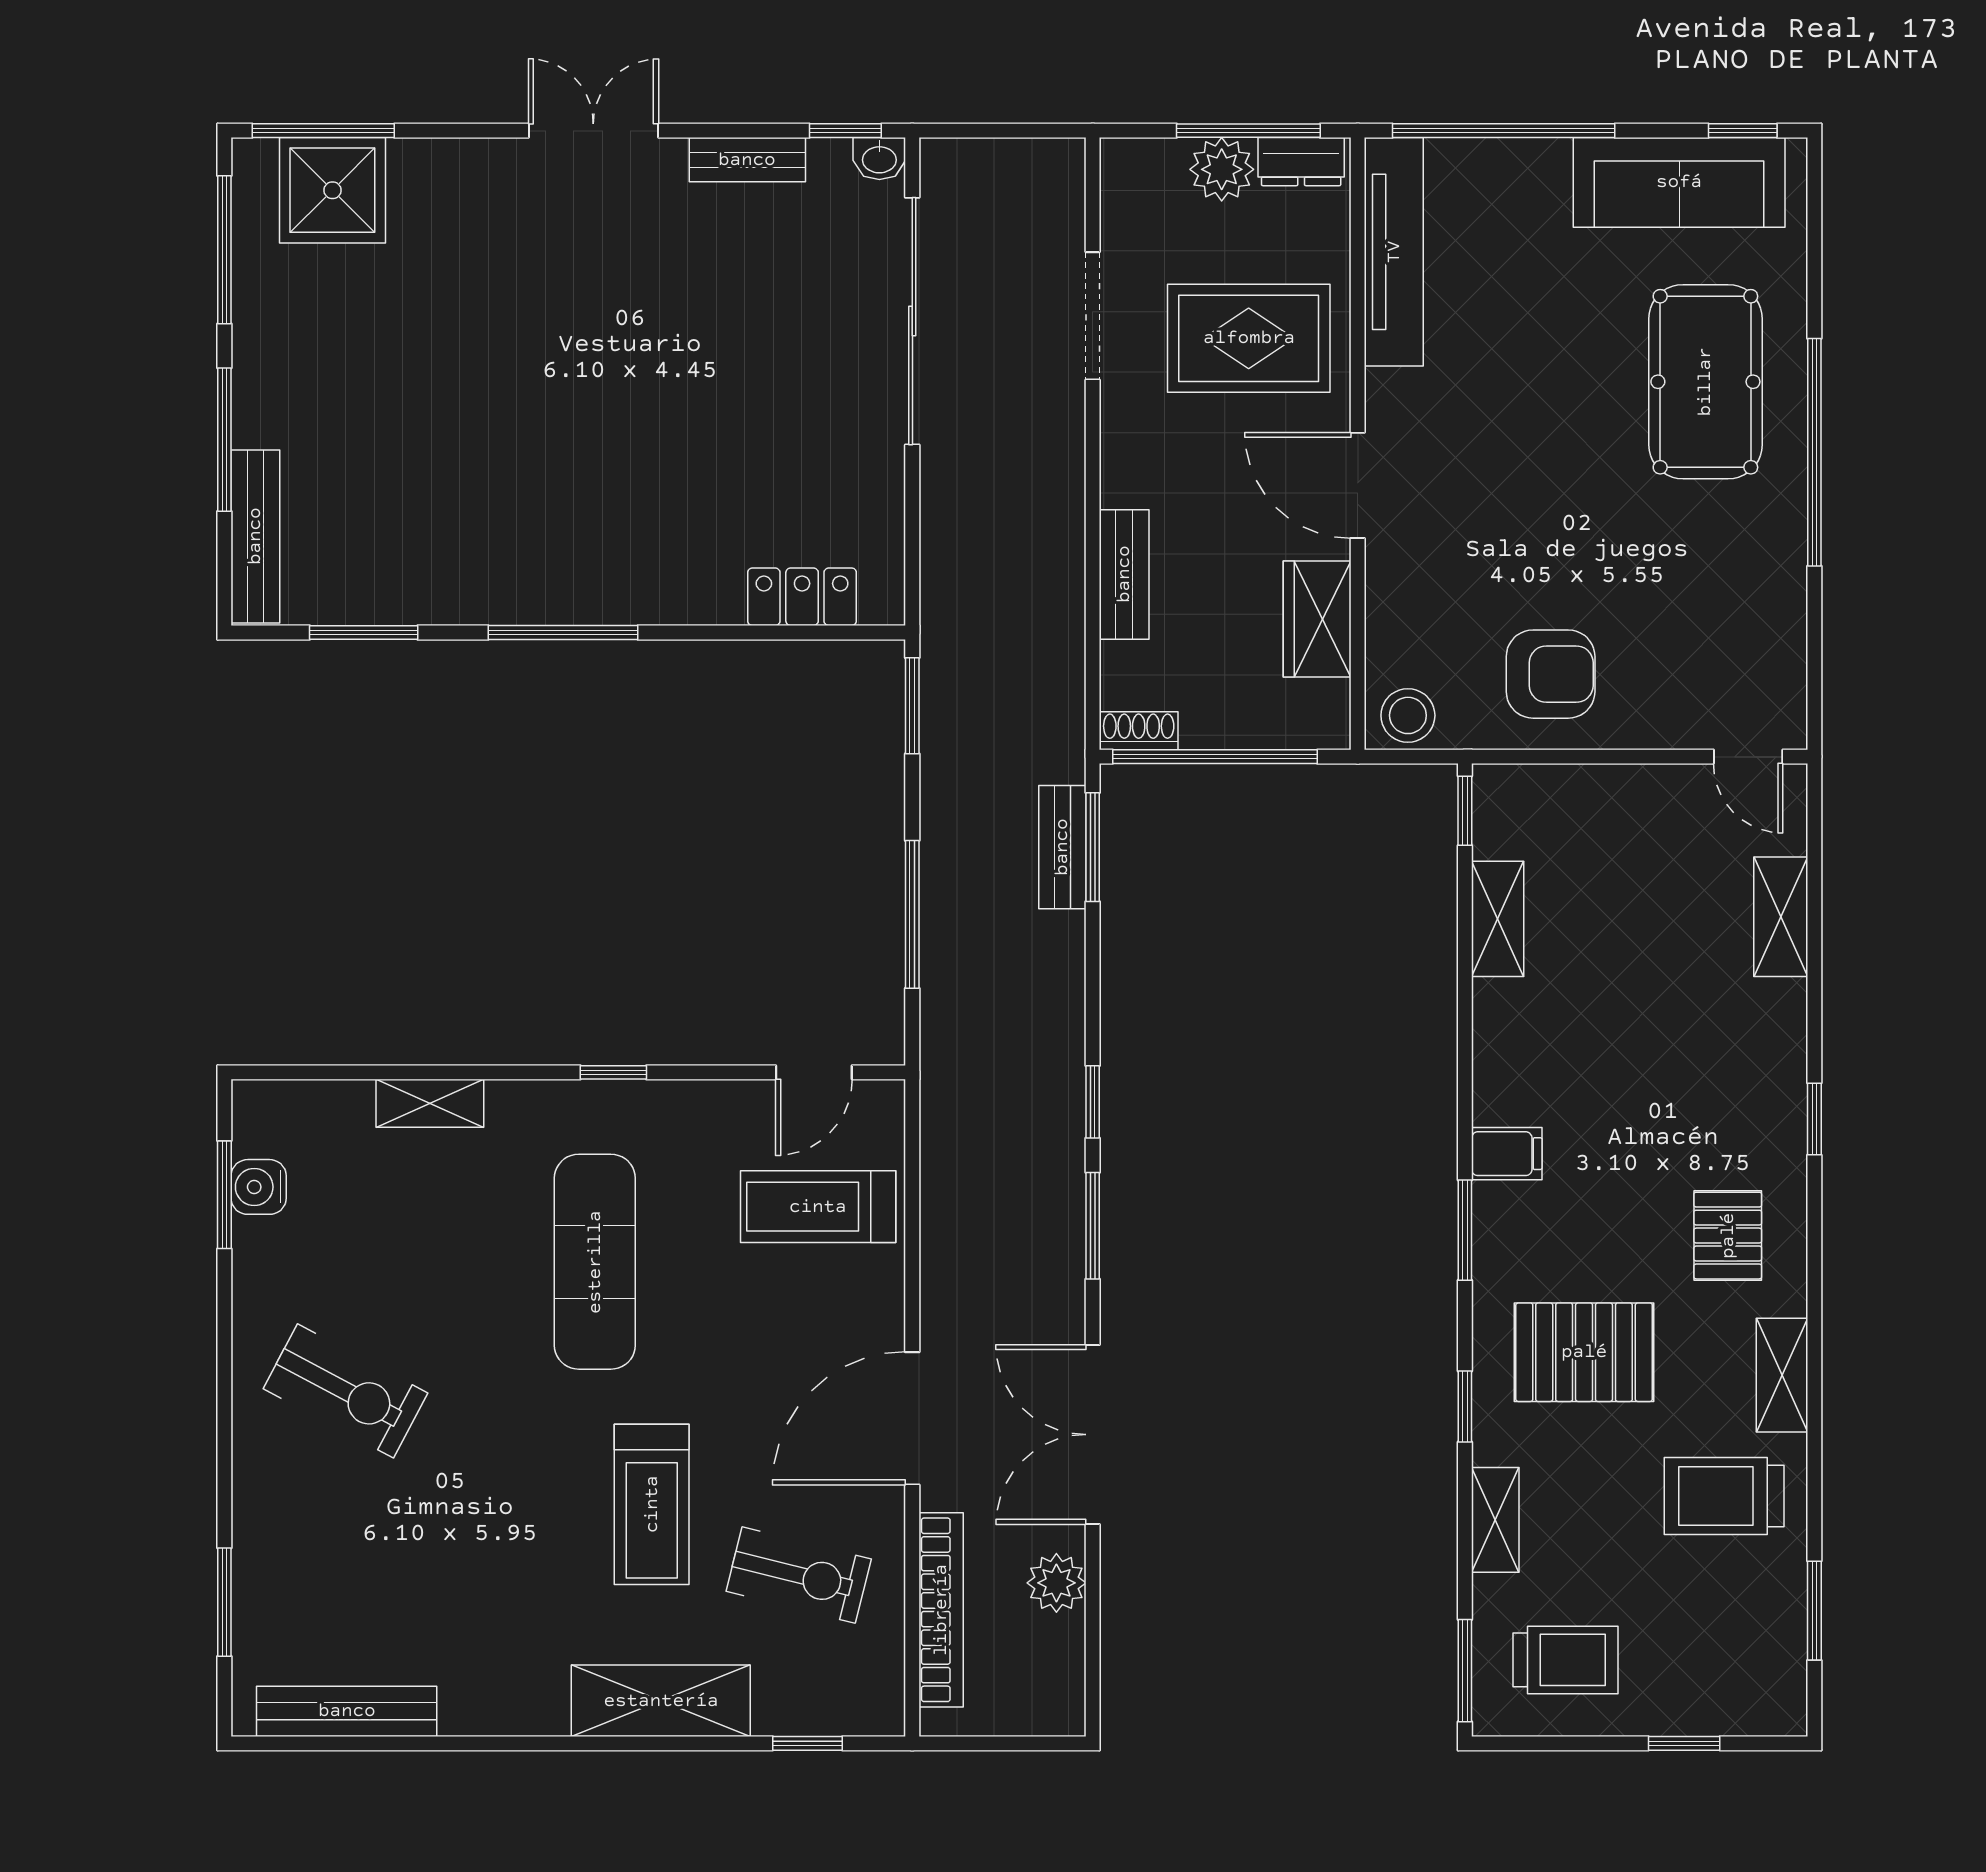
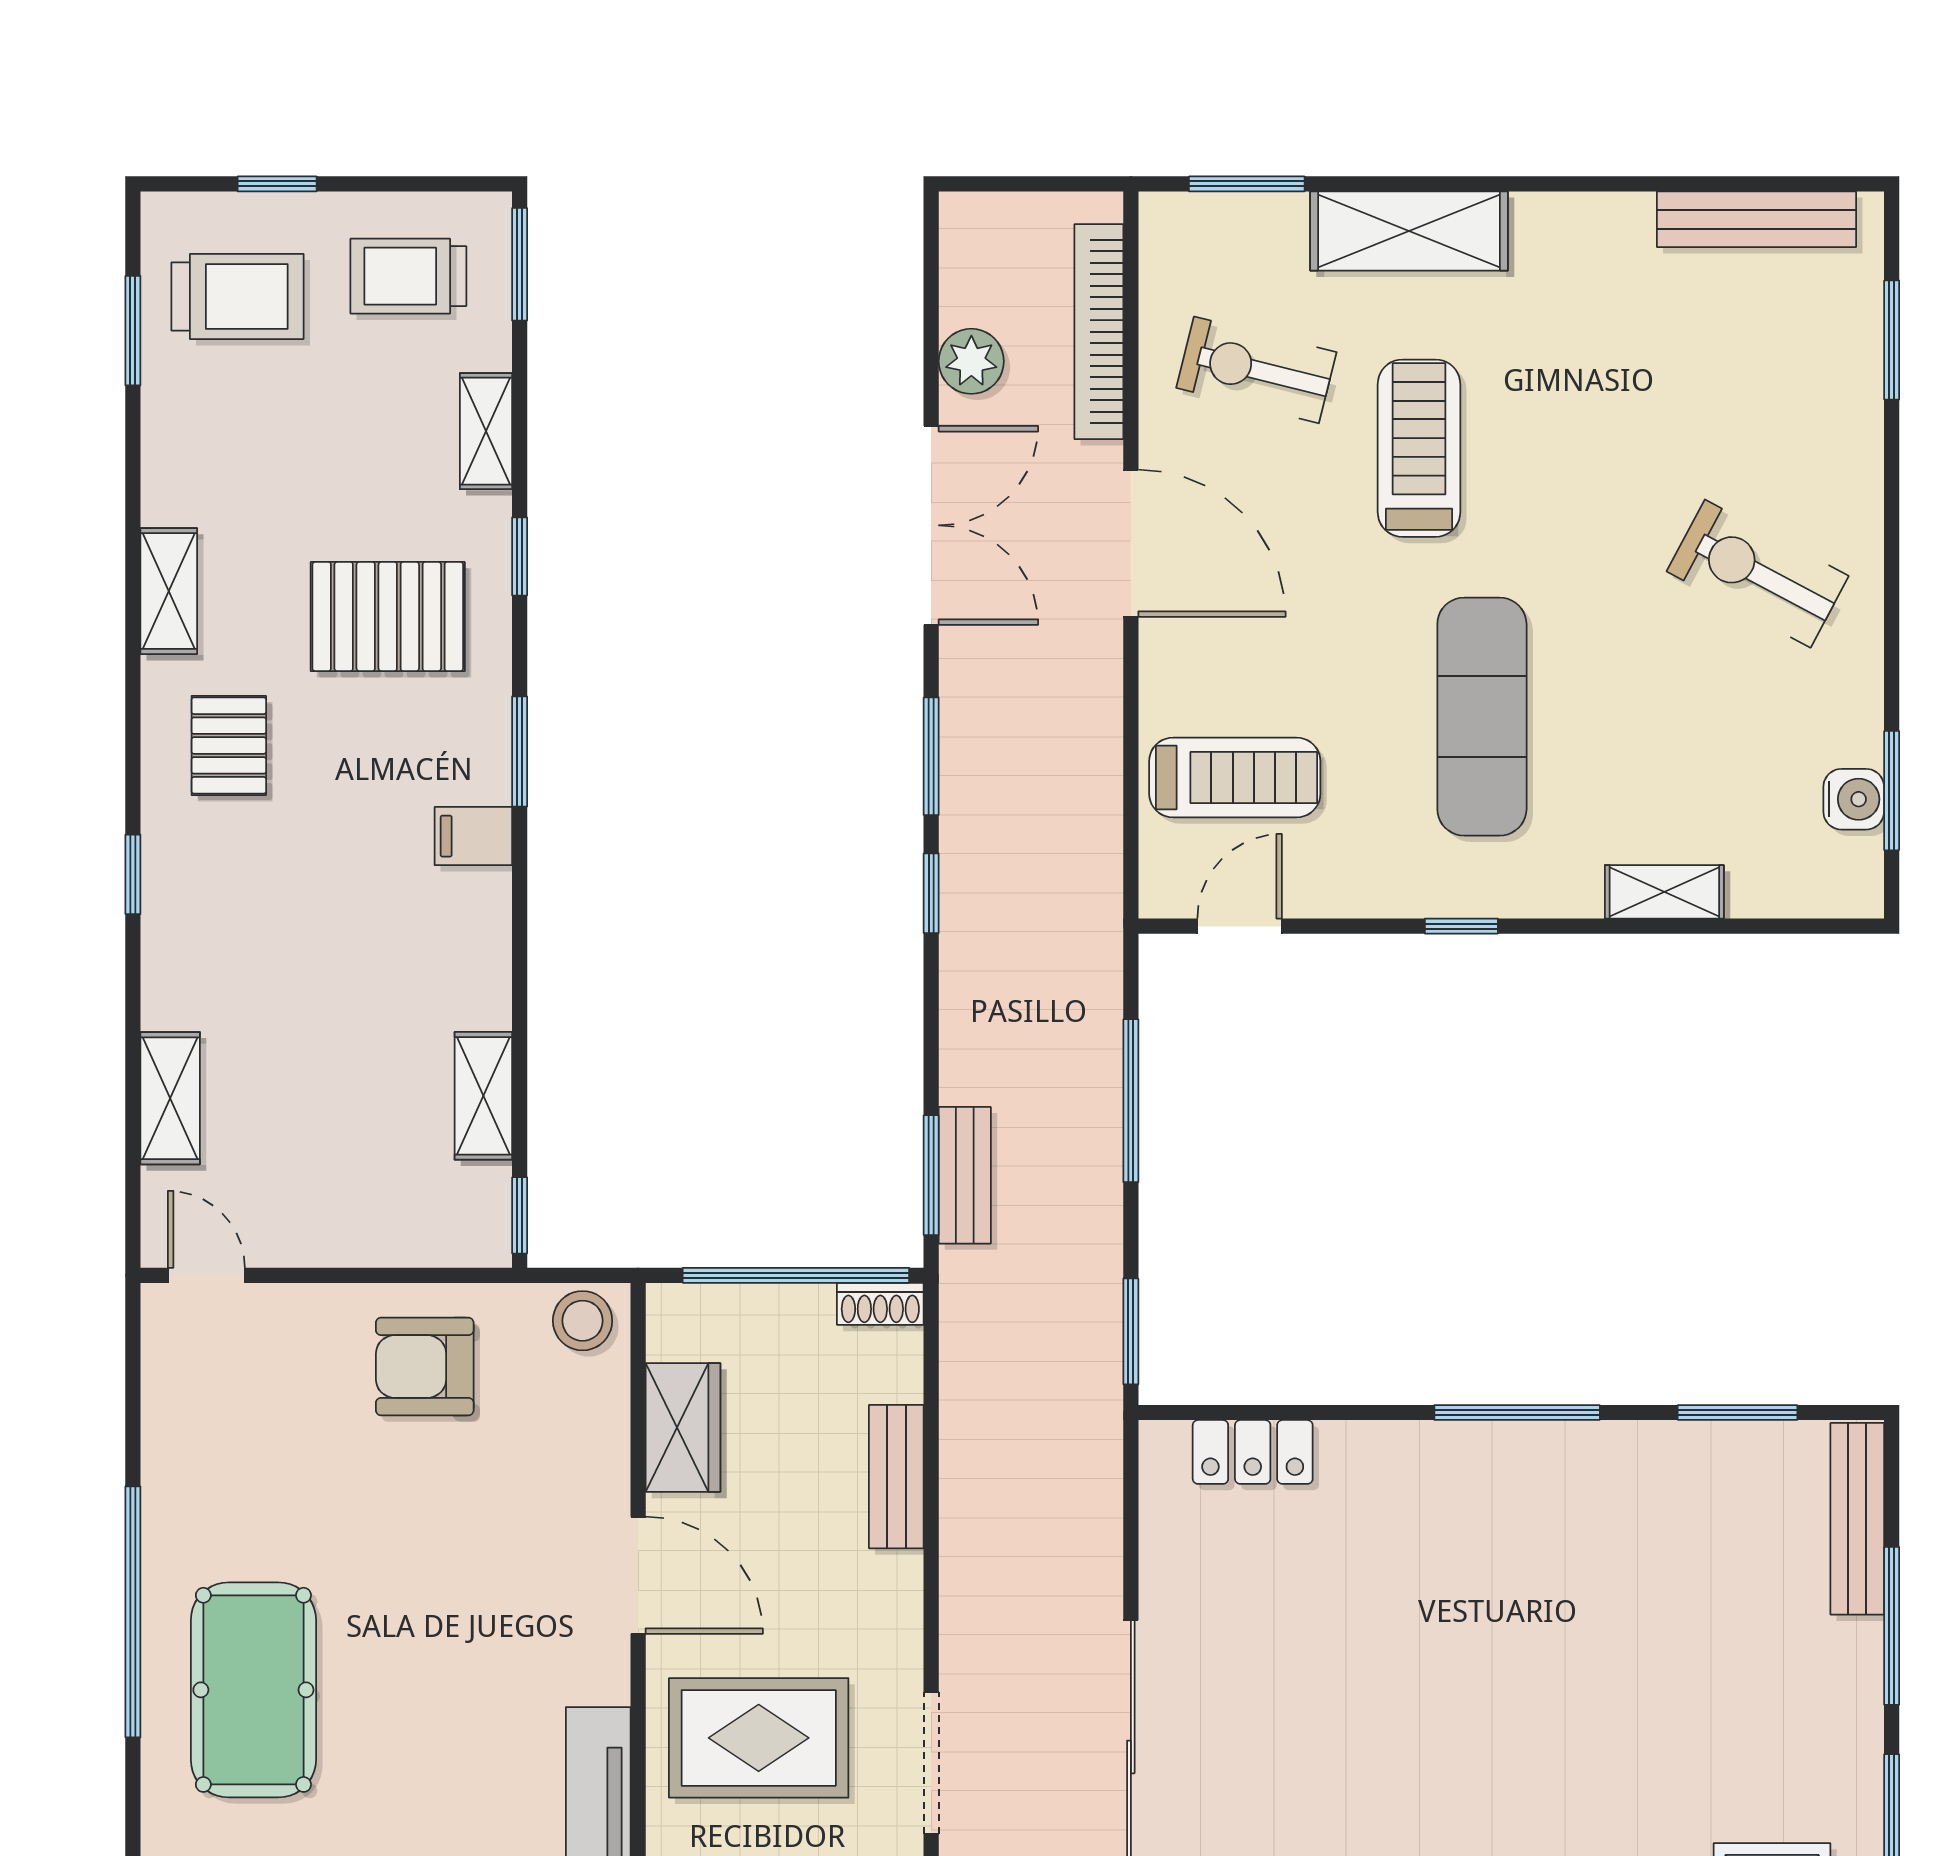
door: (912, 1418) -> (1131, 543), hinge flipped
trolley: (1724, 1496) -> (238, 296), moved
window: (807, 1743) -> (1247, 184), width x1.50

